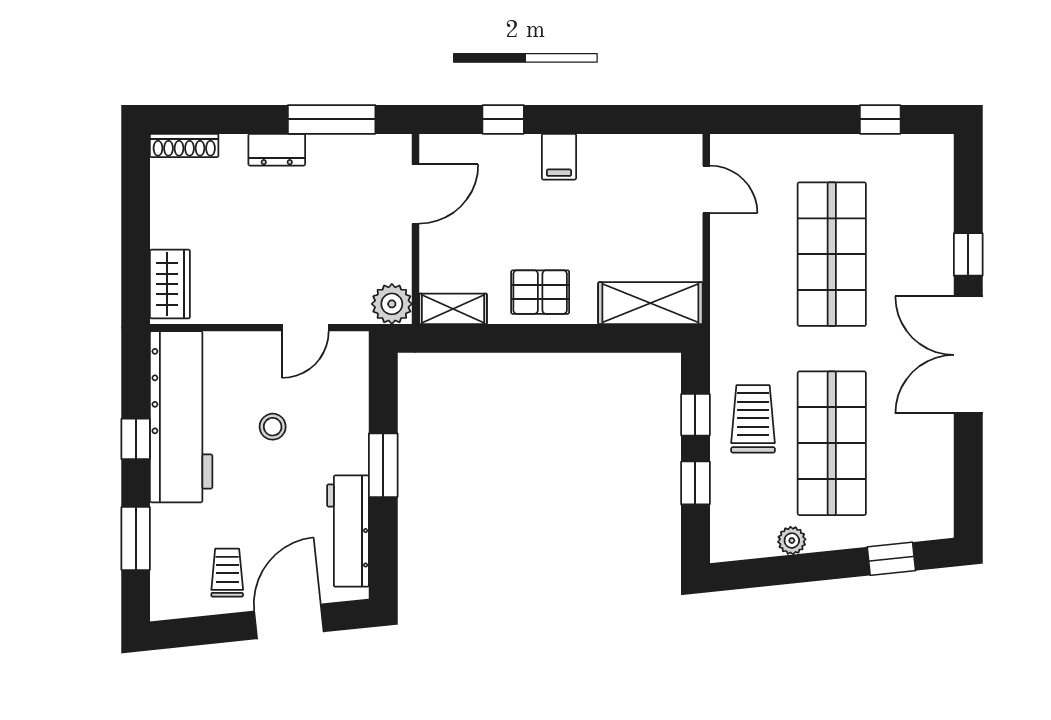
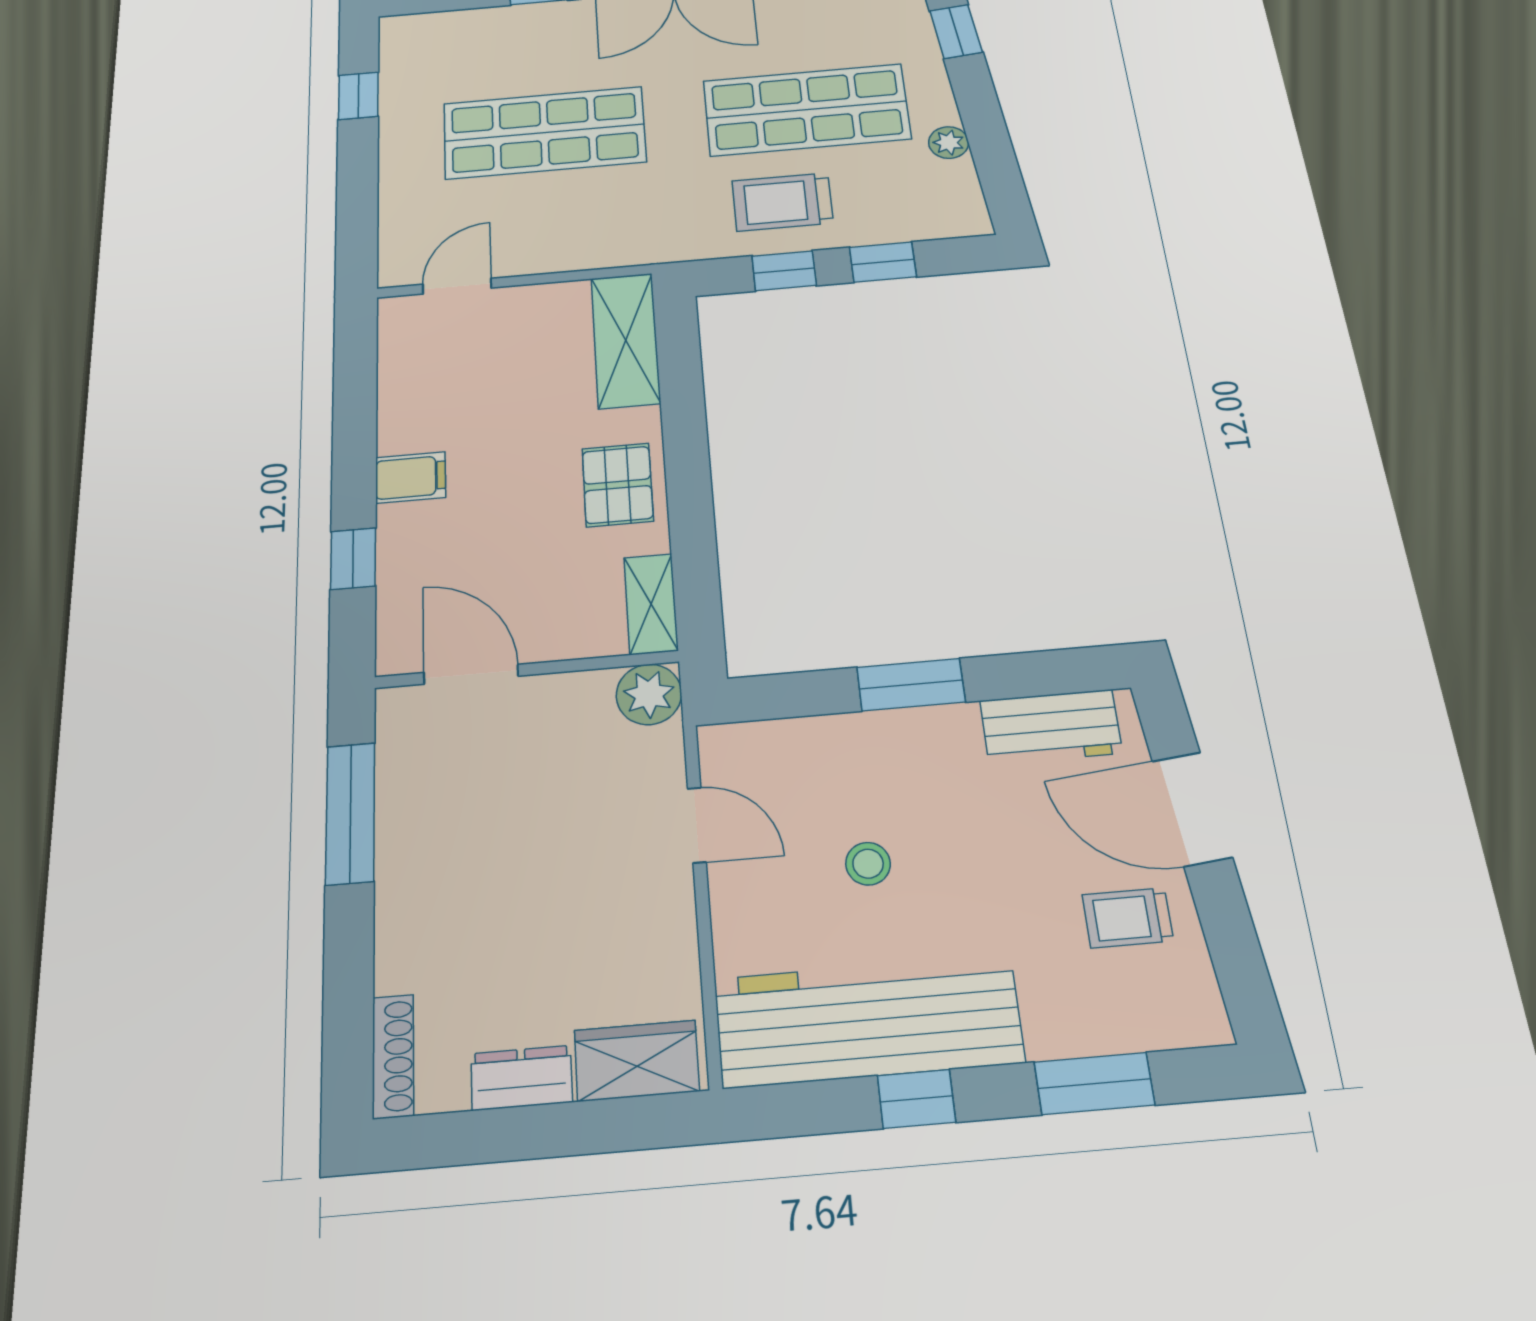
dresser: (277, 150) -> (521, 1078), moved, turned -90
workbench: (348, 531) -> (1051, 727), width x0.73

